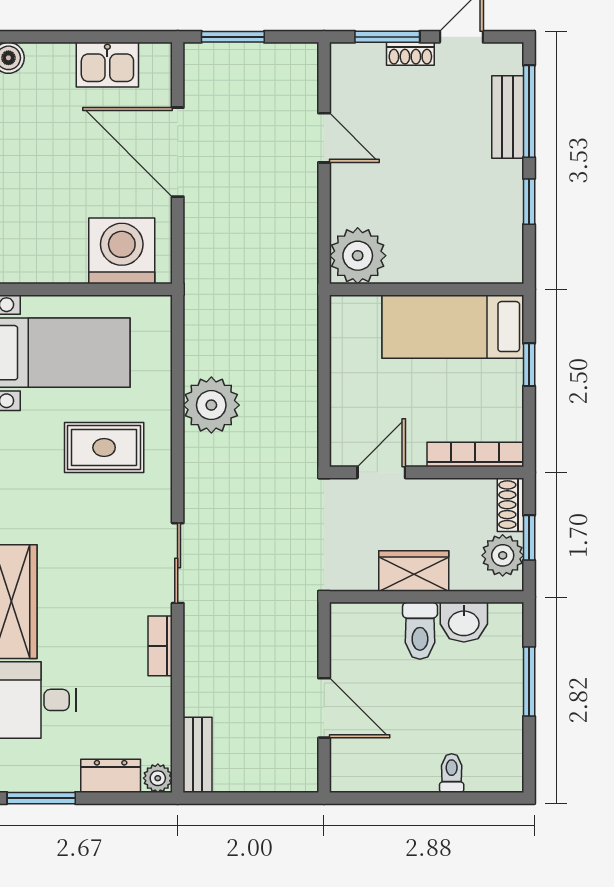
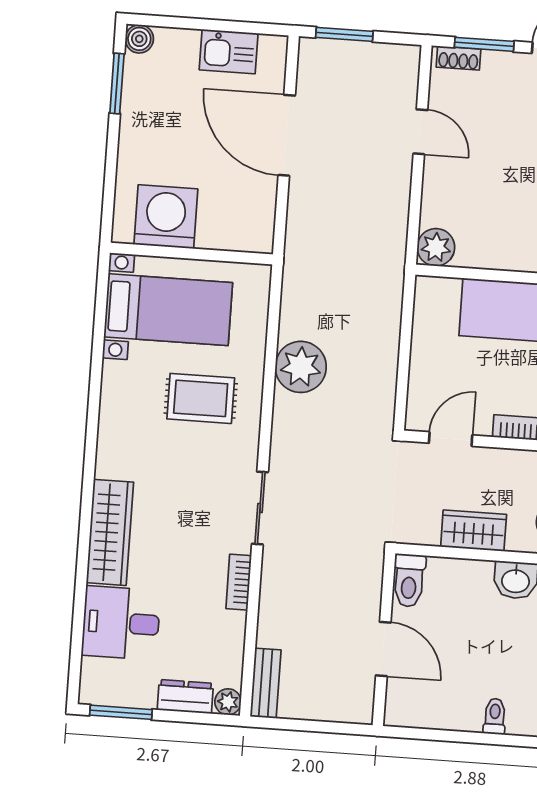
shoe rack: (410, 54) -> (458, 58), moved
washing machine: (122, 251) -> (166, 217), moved
plant: (358, 256) -> (436, 247), width x0.73, depth x0.73
toilet: (420, 631) -> (409, 581), moved

